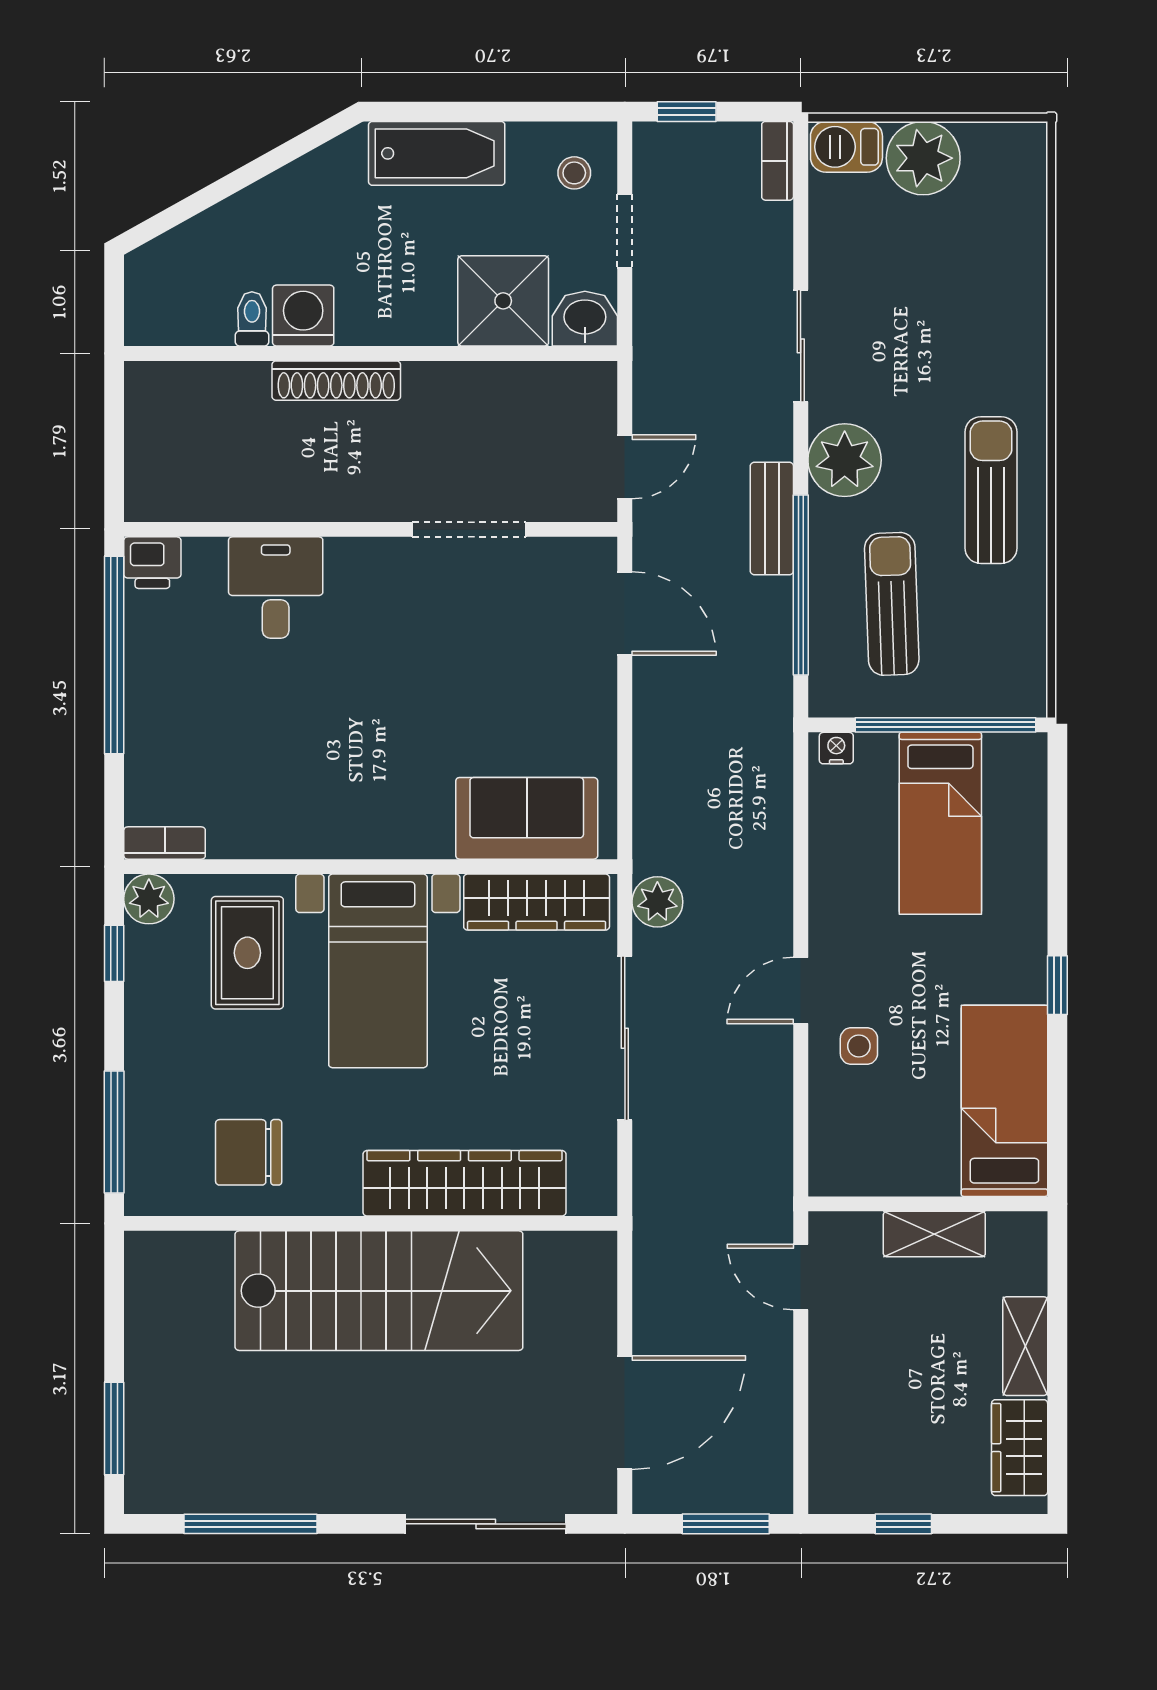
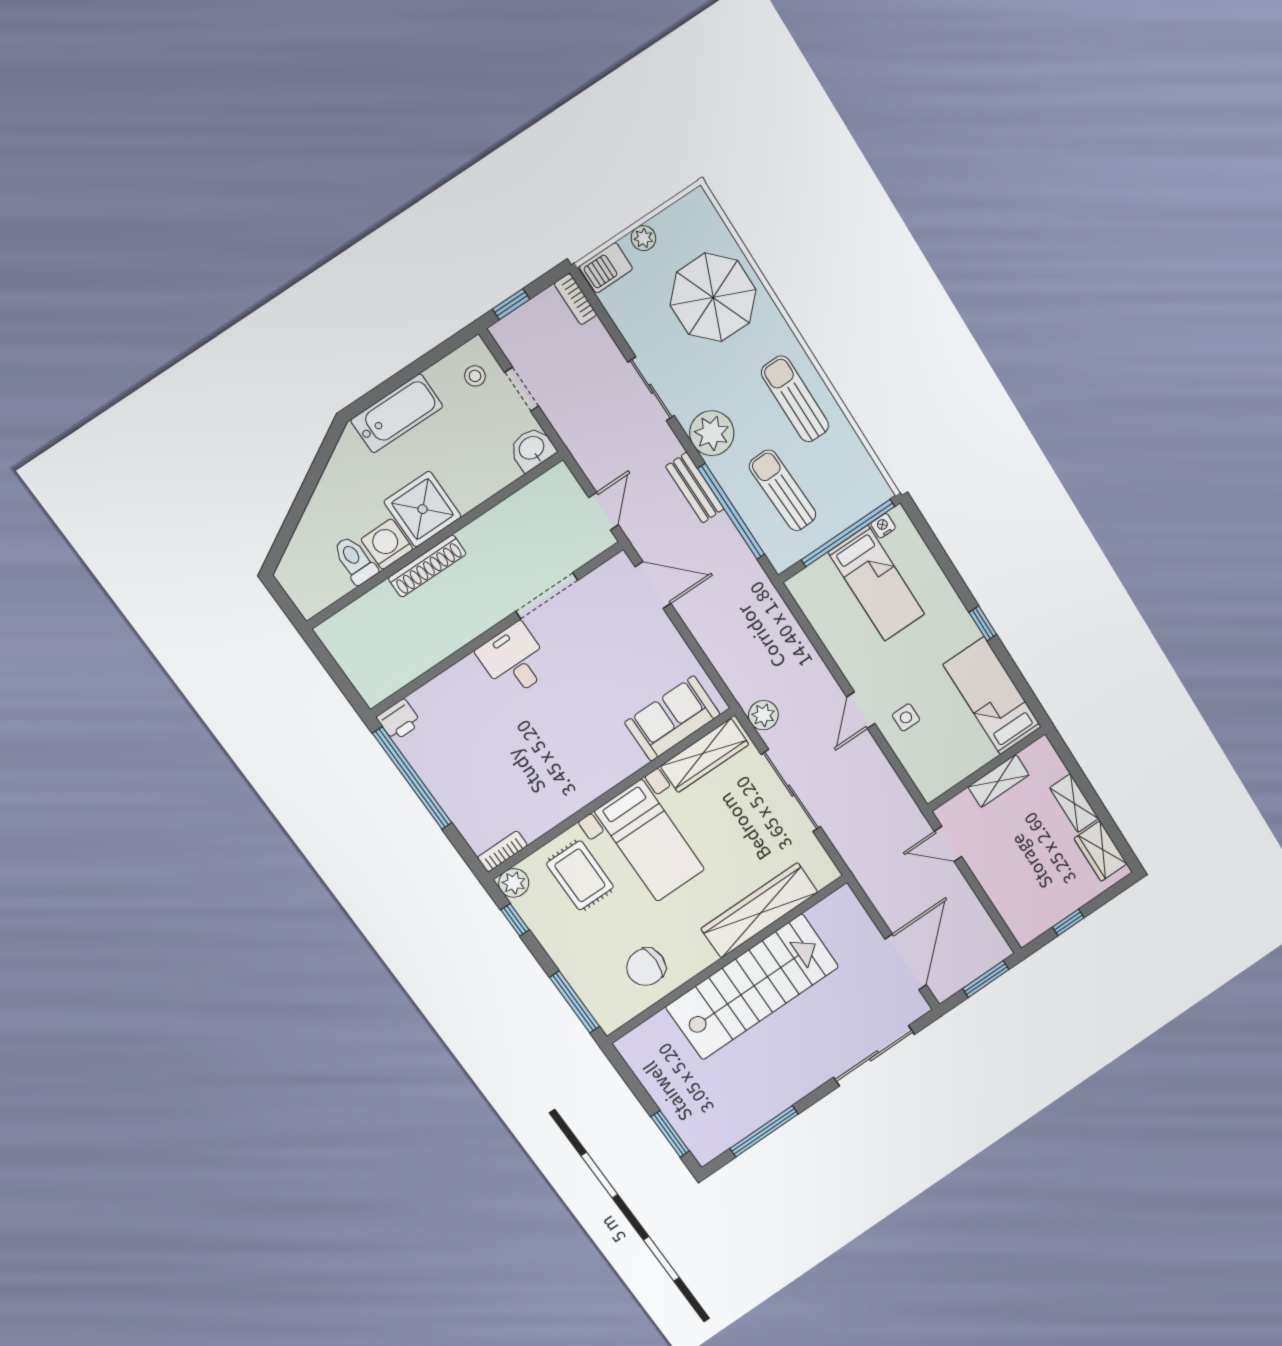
plant: (923, 158) -> (643, 238), width x0.53, depth x0.53
parasol: (967, 280) -> (713, 297), added
shower: (503, 301) -> (423, 509), moved
toilet: (252, 319) -> (355, 560), width x1.37, depth x1.39
desk: (276, 588) -> (514, 660), moved
nightstand: (836, 748) -> (883, 526), moved

